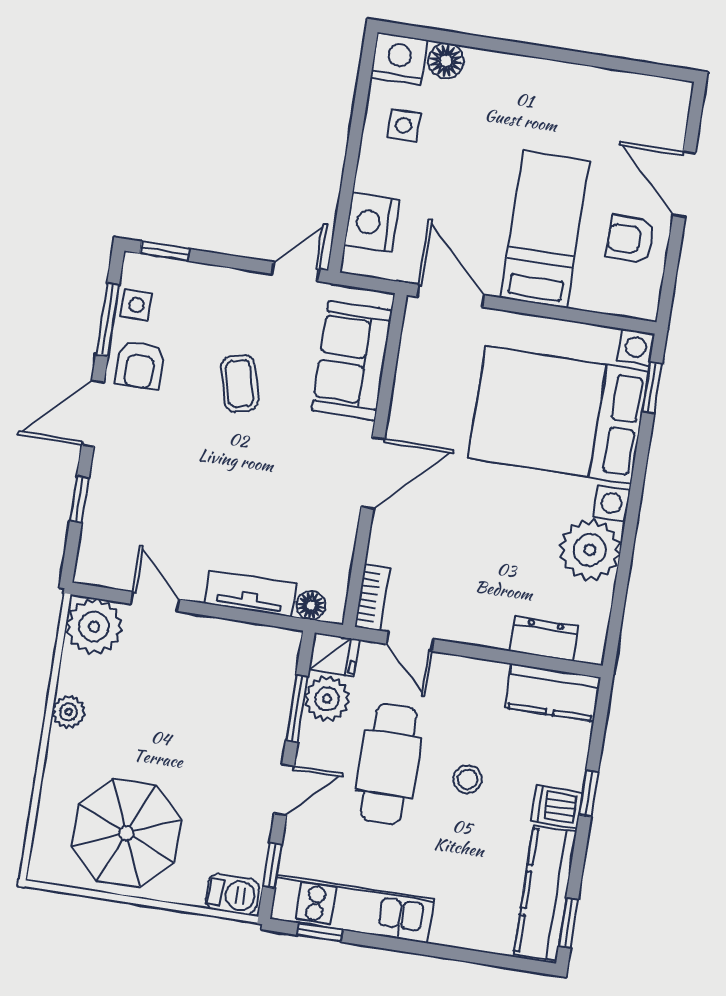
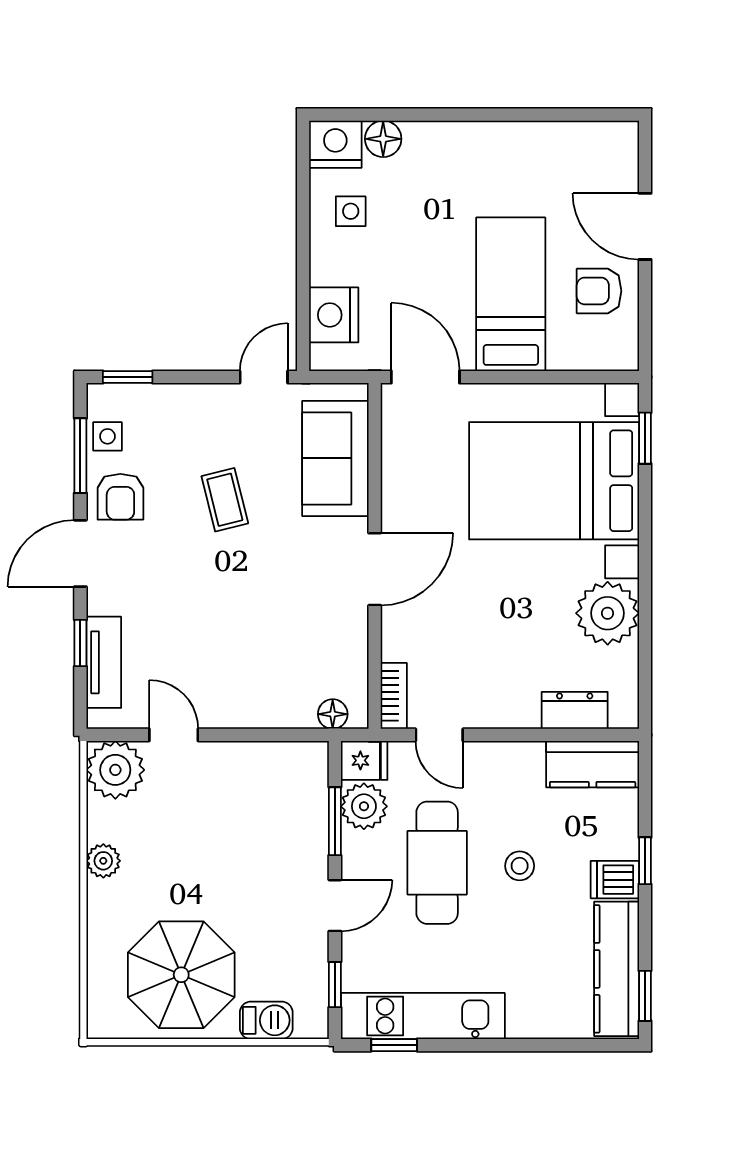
tv unit: (250, 593) -> (104, 662), moved, turned 90
barbecue: (232, 894) -> (266, 1020), moved

